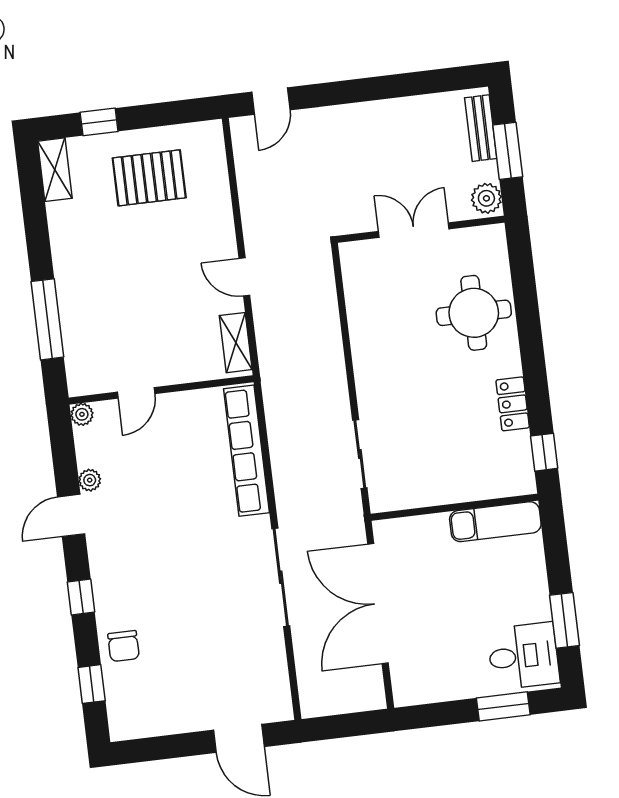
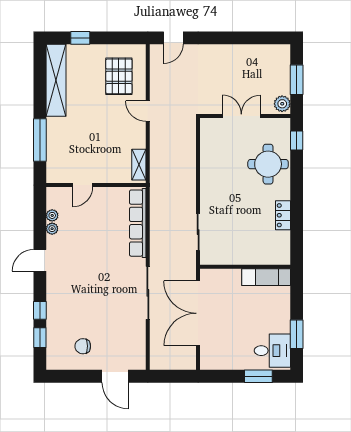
bench: (481, 128) -> (284, 66), removed
shelving: (55, 170) -> (56, 80), width x2.20, depth x1.33
pallet: (149, 178) -> (119, 76), moved, turned 90
door: (244, 277) -> (148, 111), moved
plant: (82, 414) -> (52, 215), moved
window: (544, 452) -> (297, 141), moved
door: (71, 515) -> (40, 260), moved
window: (81, 597) -> (40, 310), moved
chair: (123, 646) -> (83, 346), moved, turned 90

